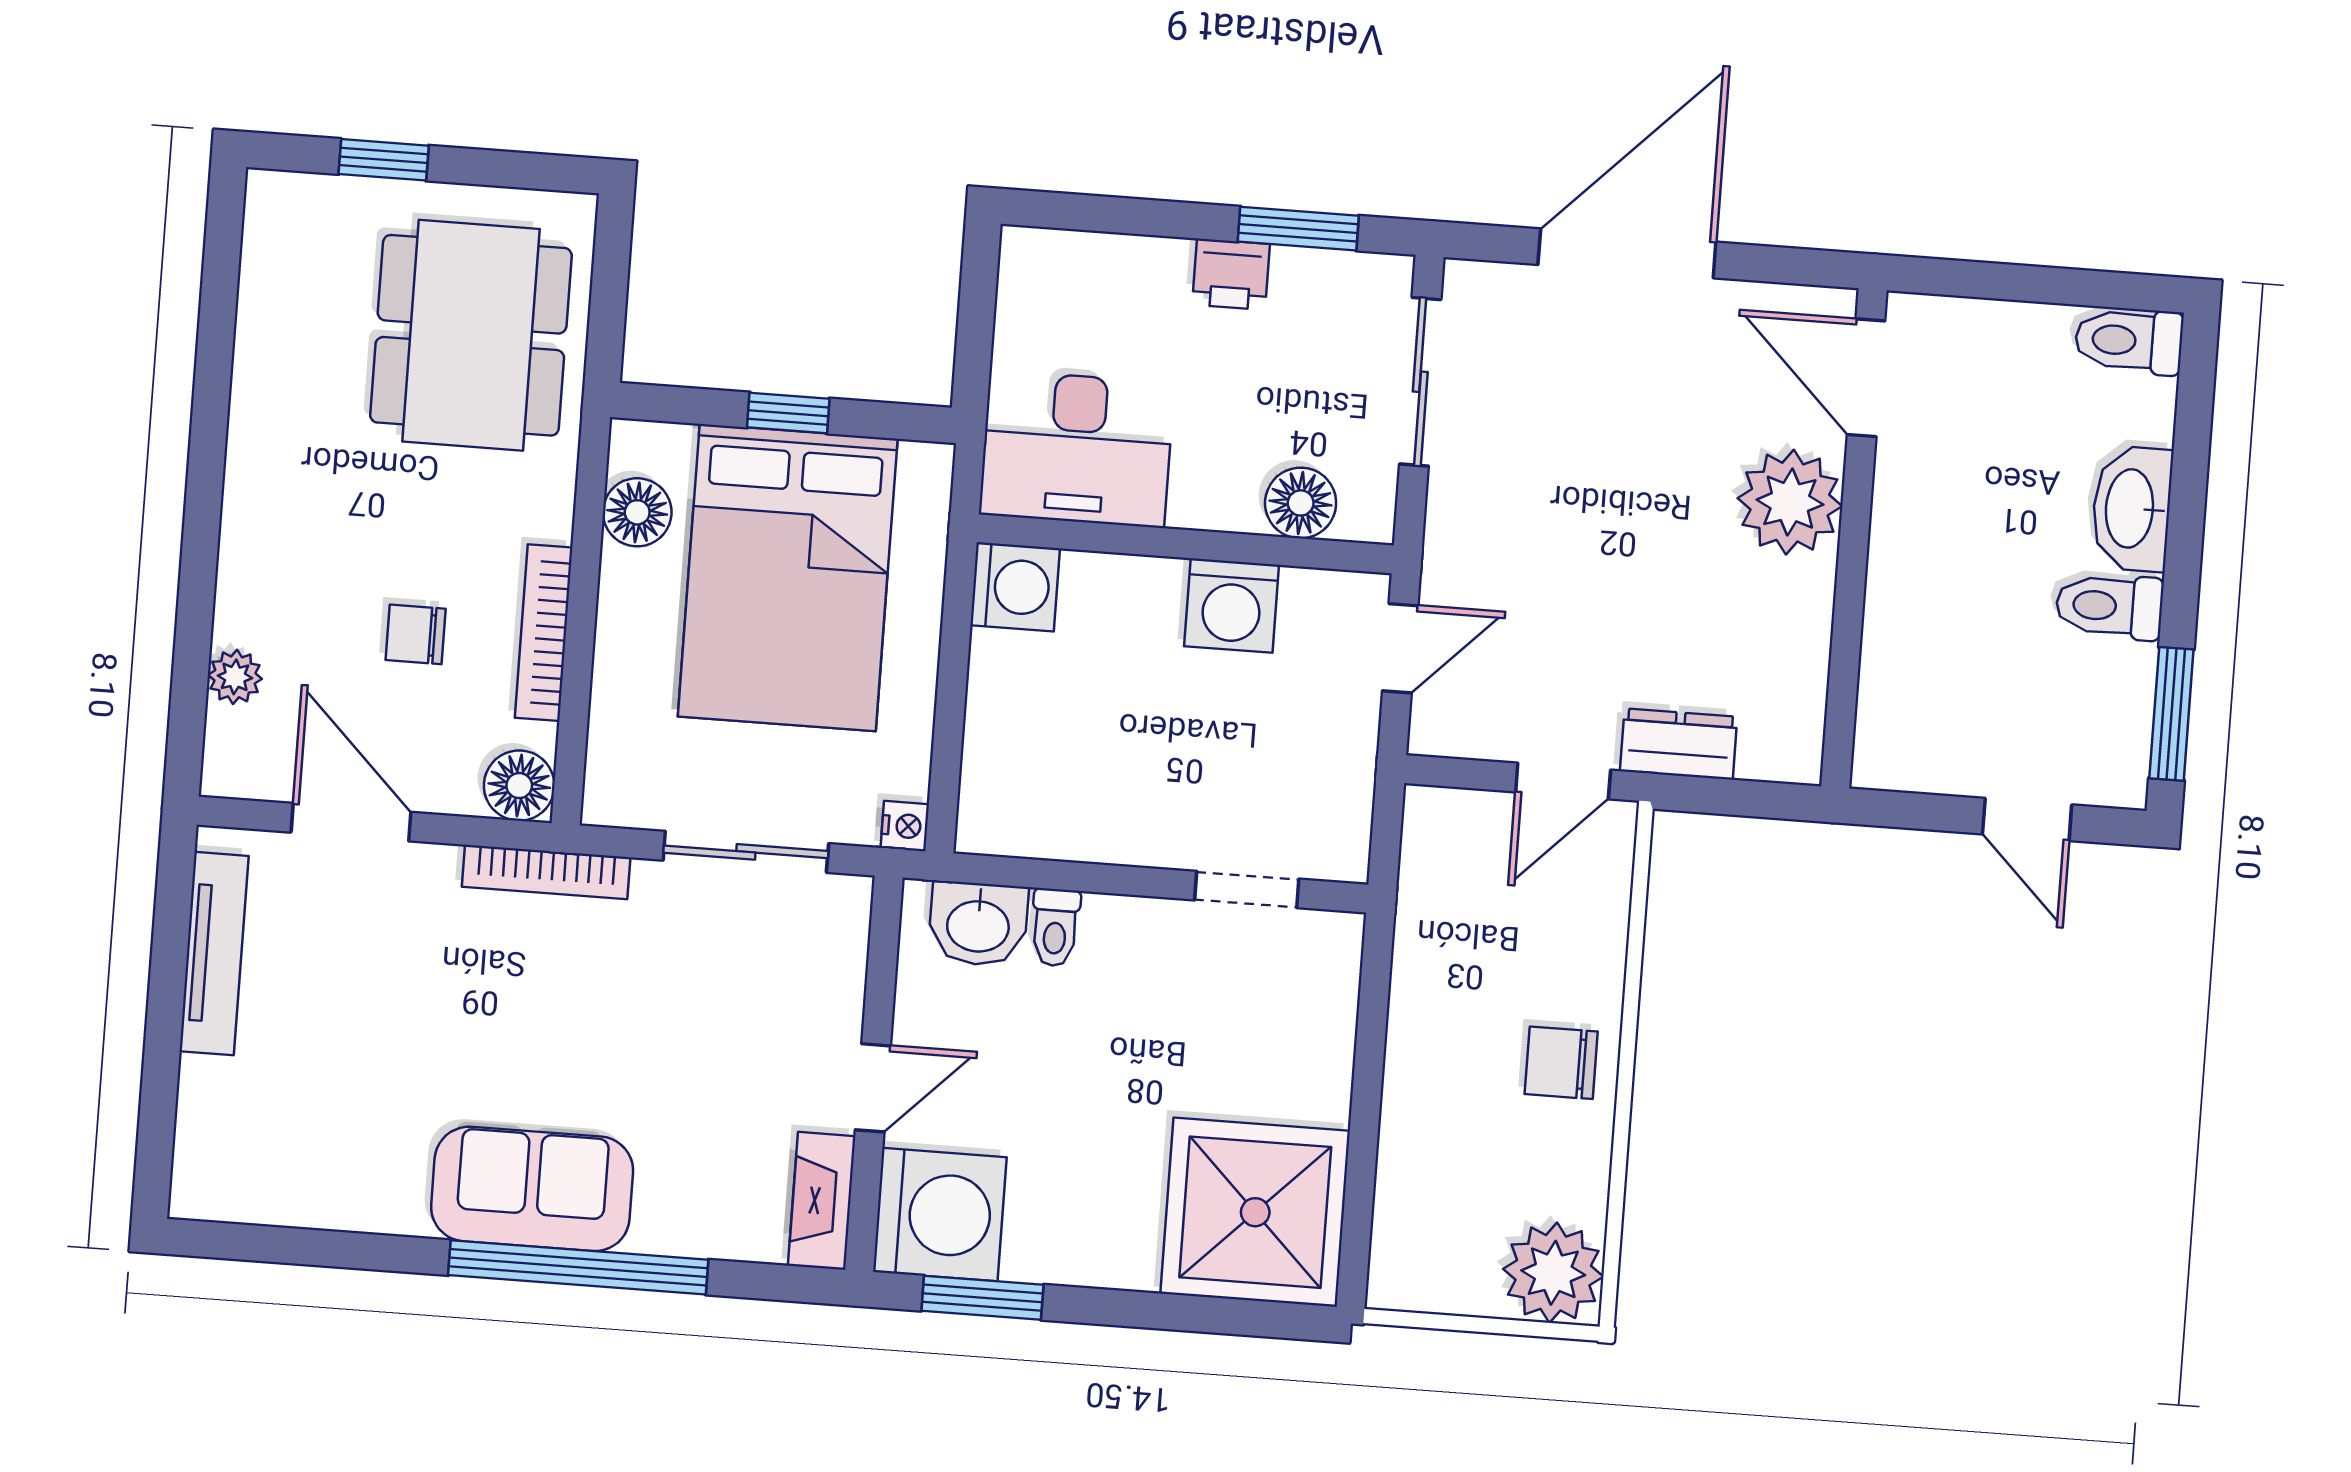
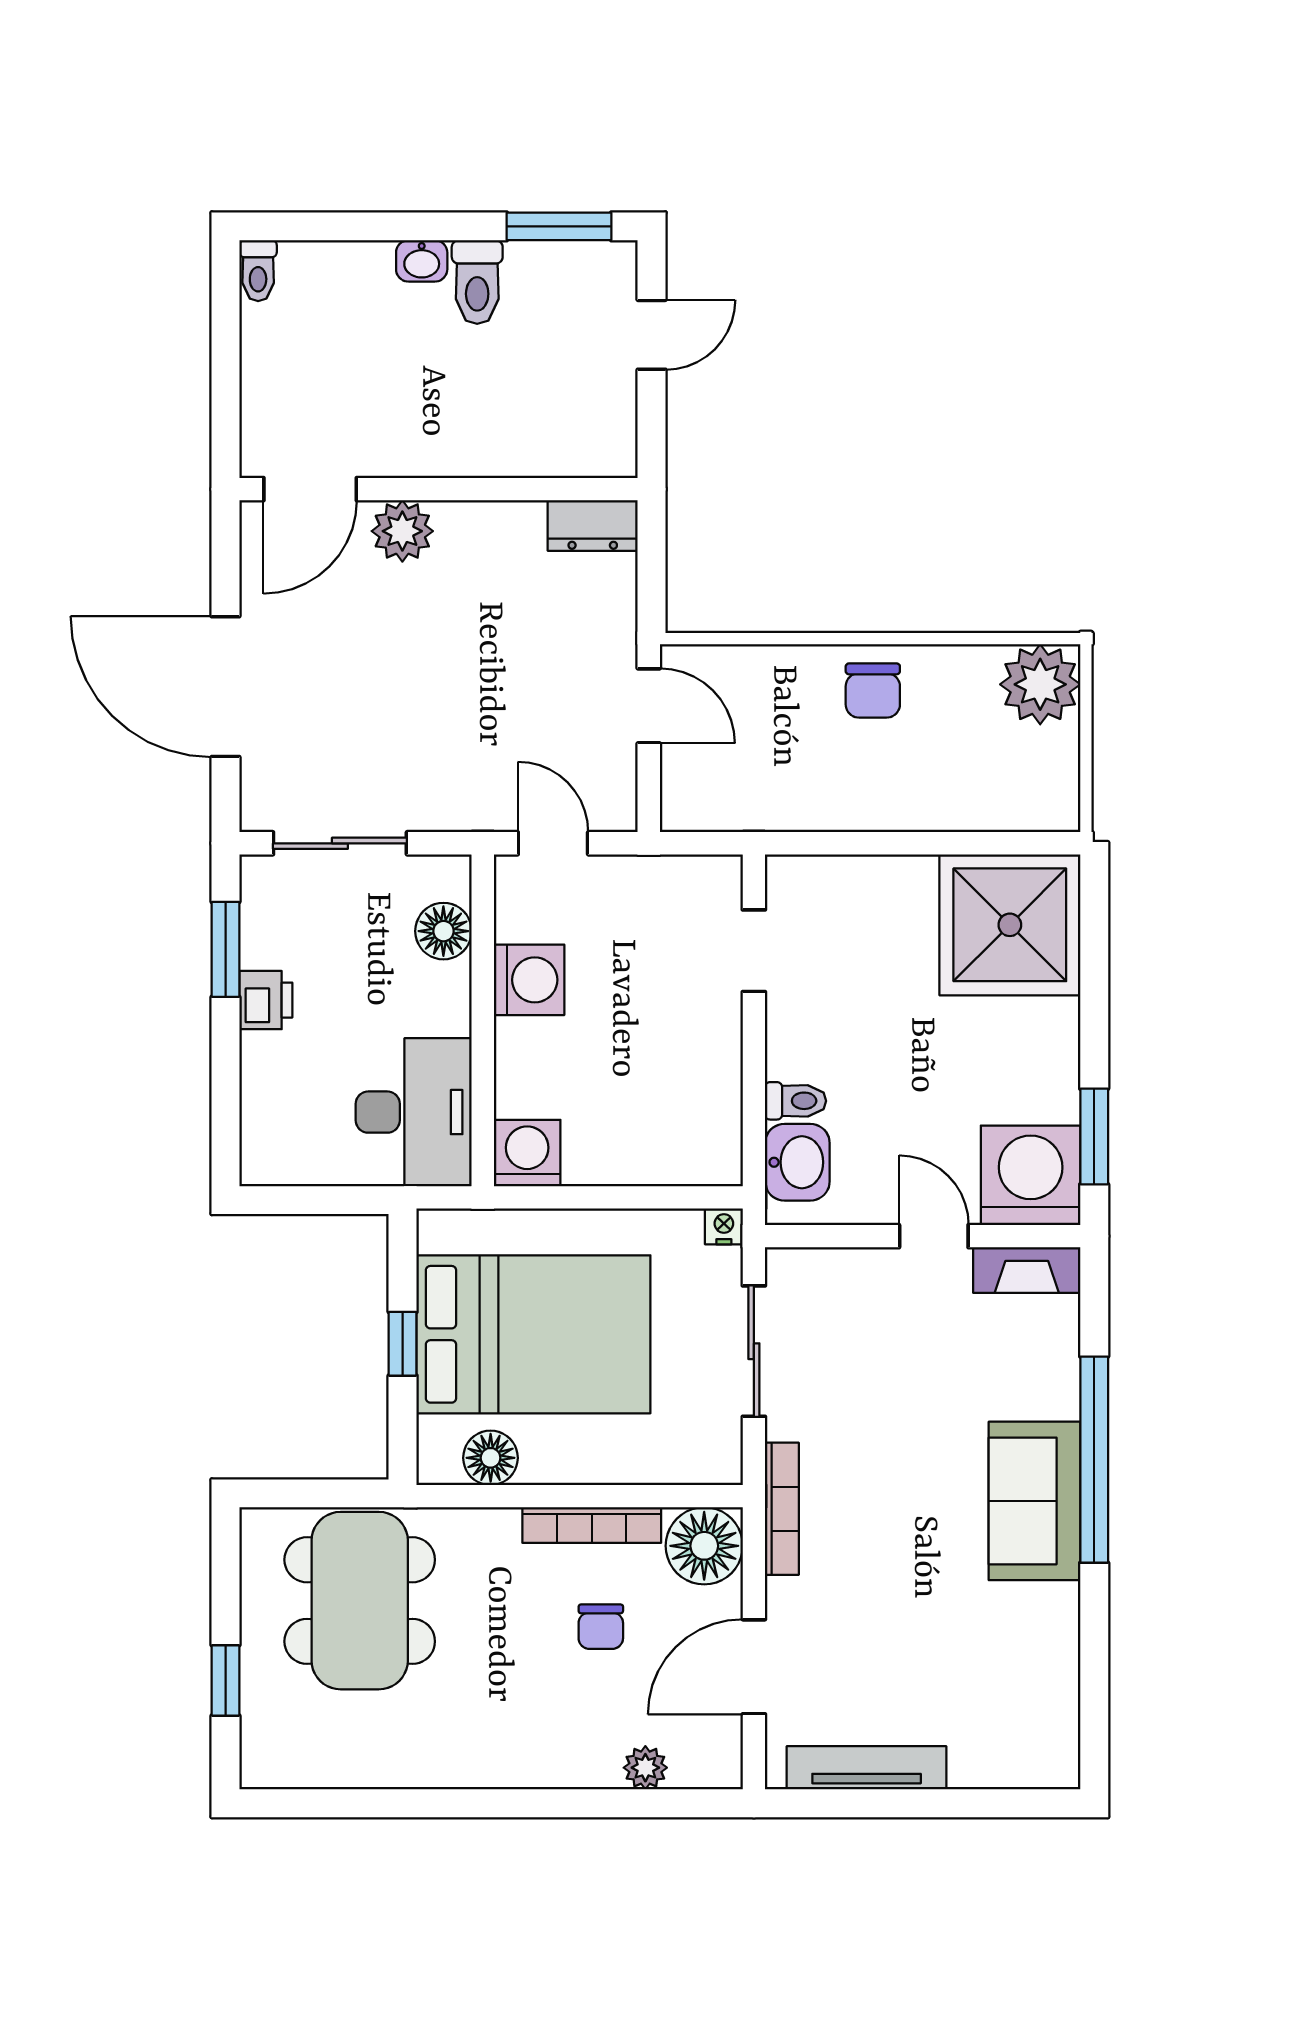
dining table: (471, 335) -> (360, 1601), turned 90
toilet: (2129, 341) -> (258, 271), width x0.73, depth x0.72
plant: (1790, 502) -> (402, 531), width x0.73, depth x0.73
washbasin: (2132, 509) -> (422, 261), width x0.52, depth x0.69
dresser: (1679, 744) -> (593, 526), moved, turned -90
floor lamp: (519, 786) -> (704, 1546), width x1.38, depth x1.38

